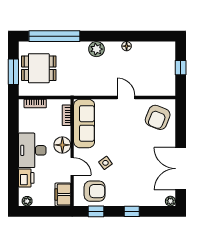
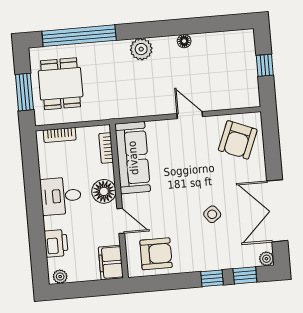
dining table: (39, 68) -> (61, 84), turned 90
desk: (32, 150) -> (61, 196), width x0.73
side table: (105, 163) -> (212, 214), moved
window: (96, 211) -> (245, 275), moved

